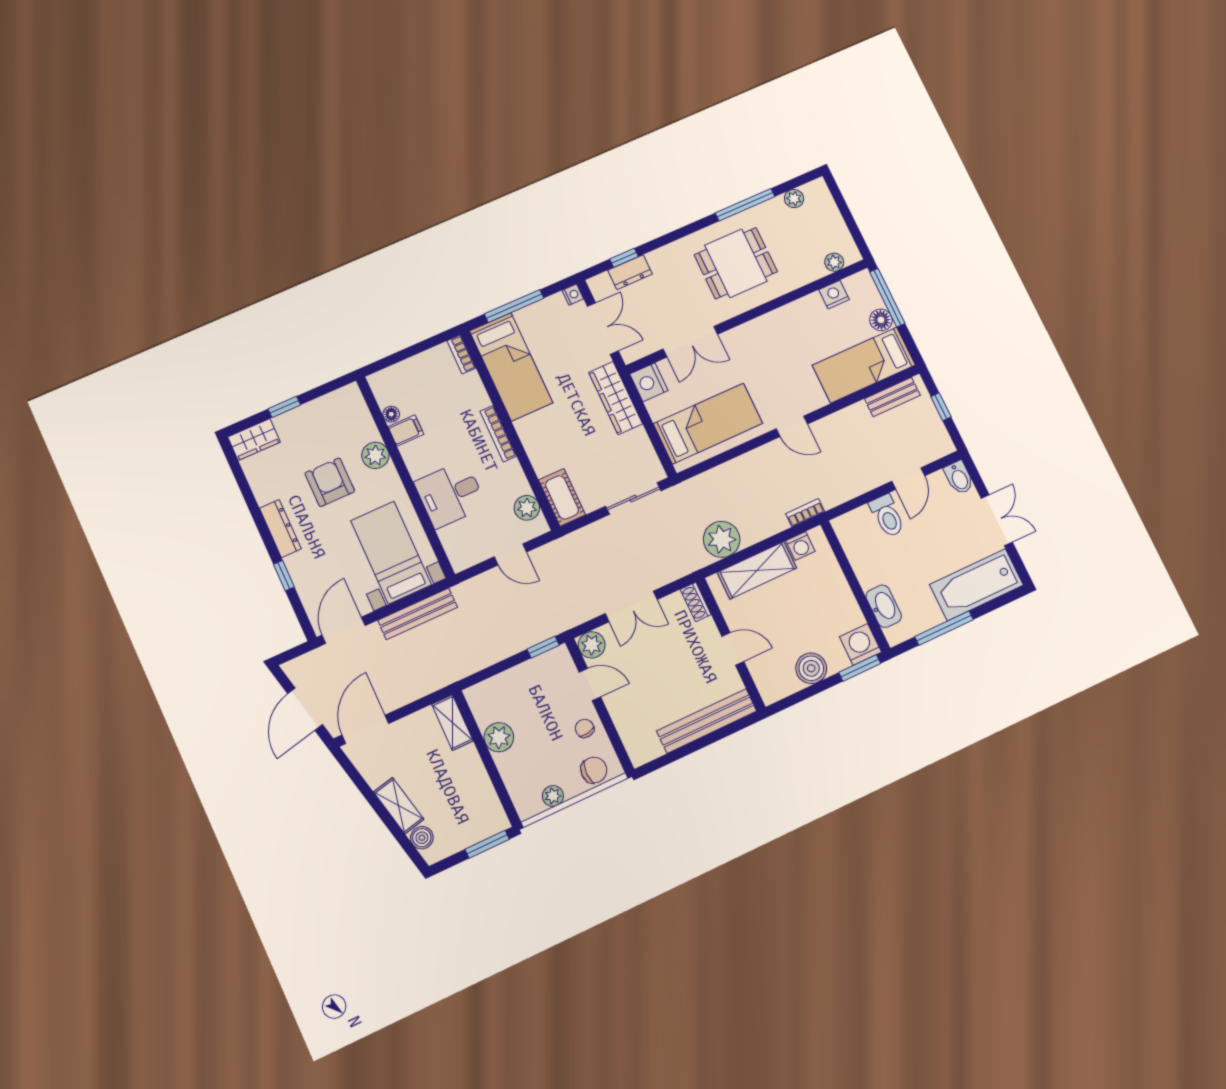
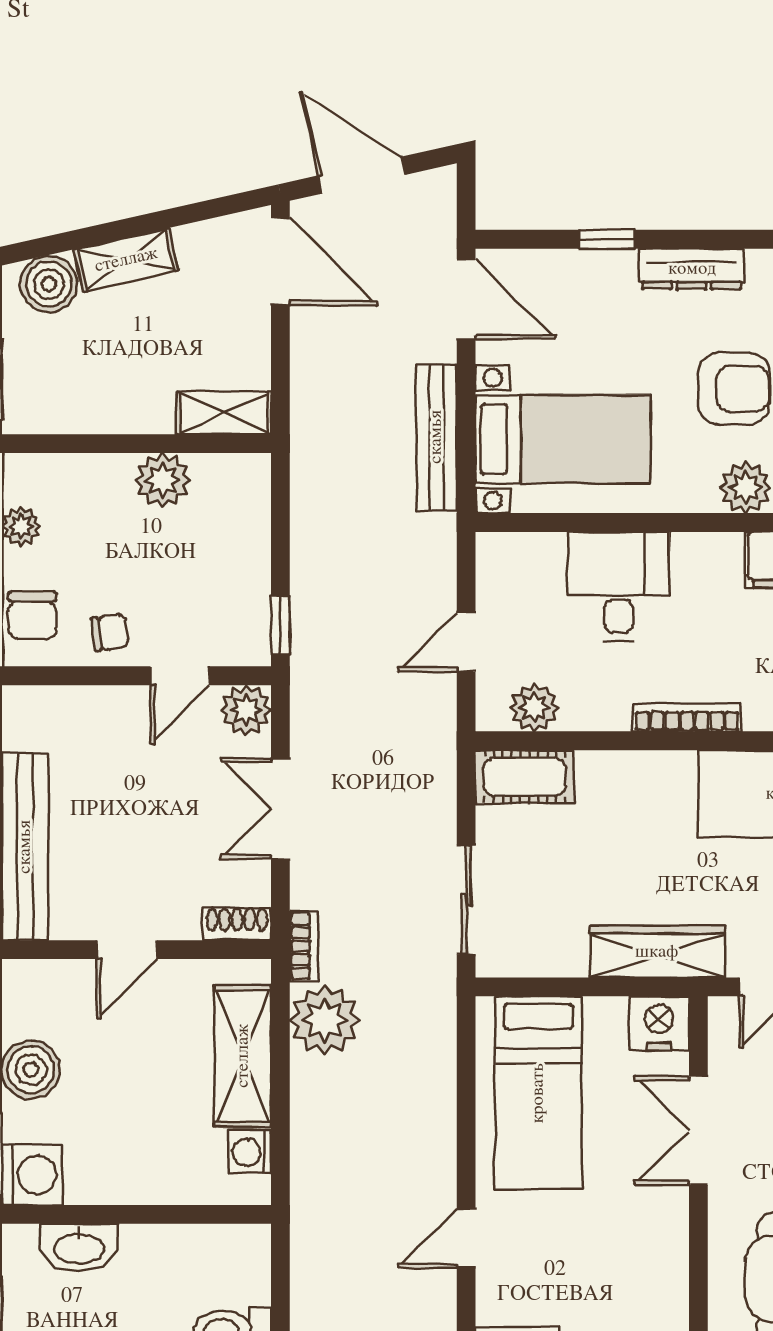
bookcase: (805, 513) -> (304, 946), moved
boiler: (422, 838) -> (49, 284), width x1.36, depth x1.36

